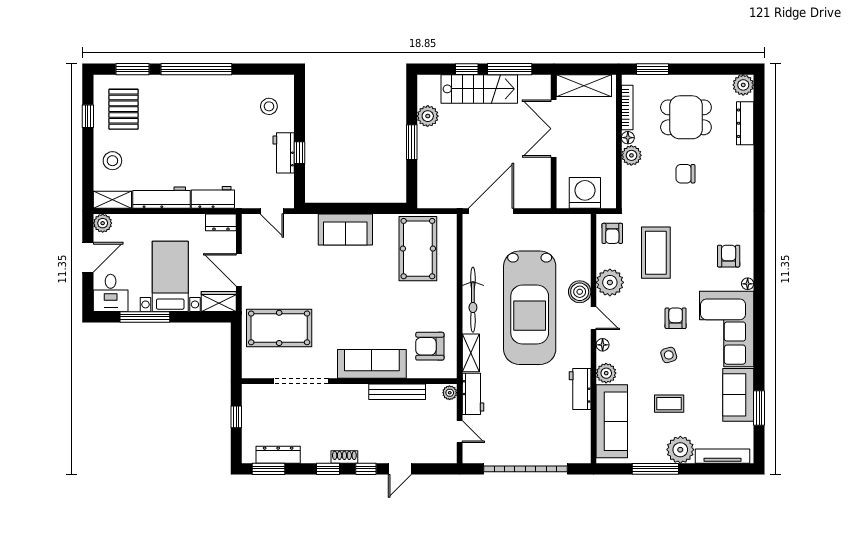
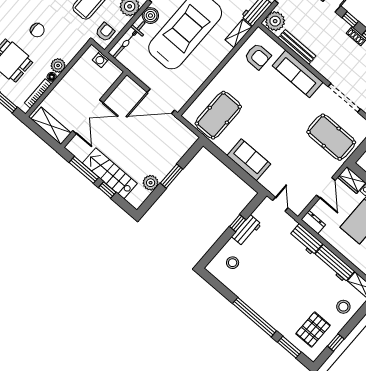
washing machine: (585, 193) -> (100, 59), width x0.53, depth x0.53
bicycle: (473, 300) -> (129, 40), moved, turned 180
plant: (450, 393) -> (275, 21), width x1.88, depth x1.88

